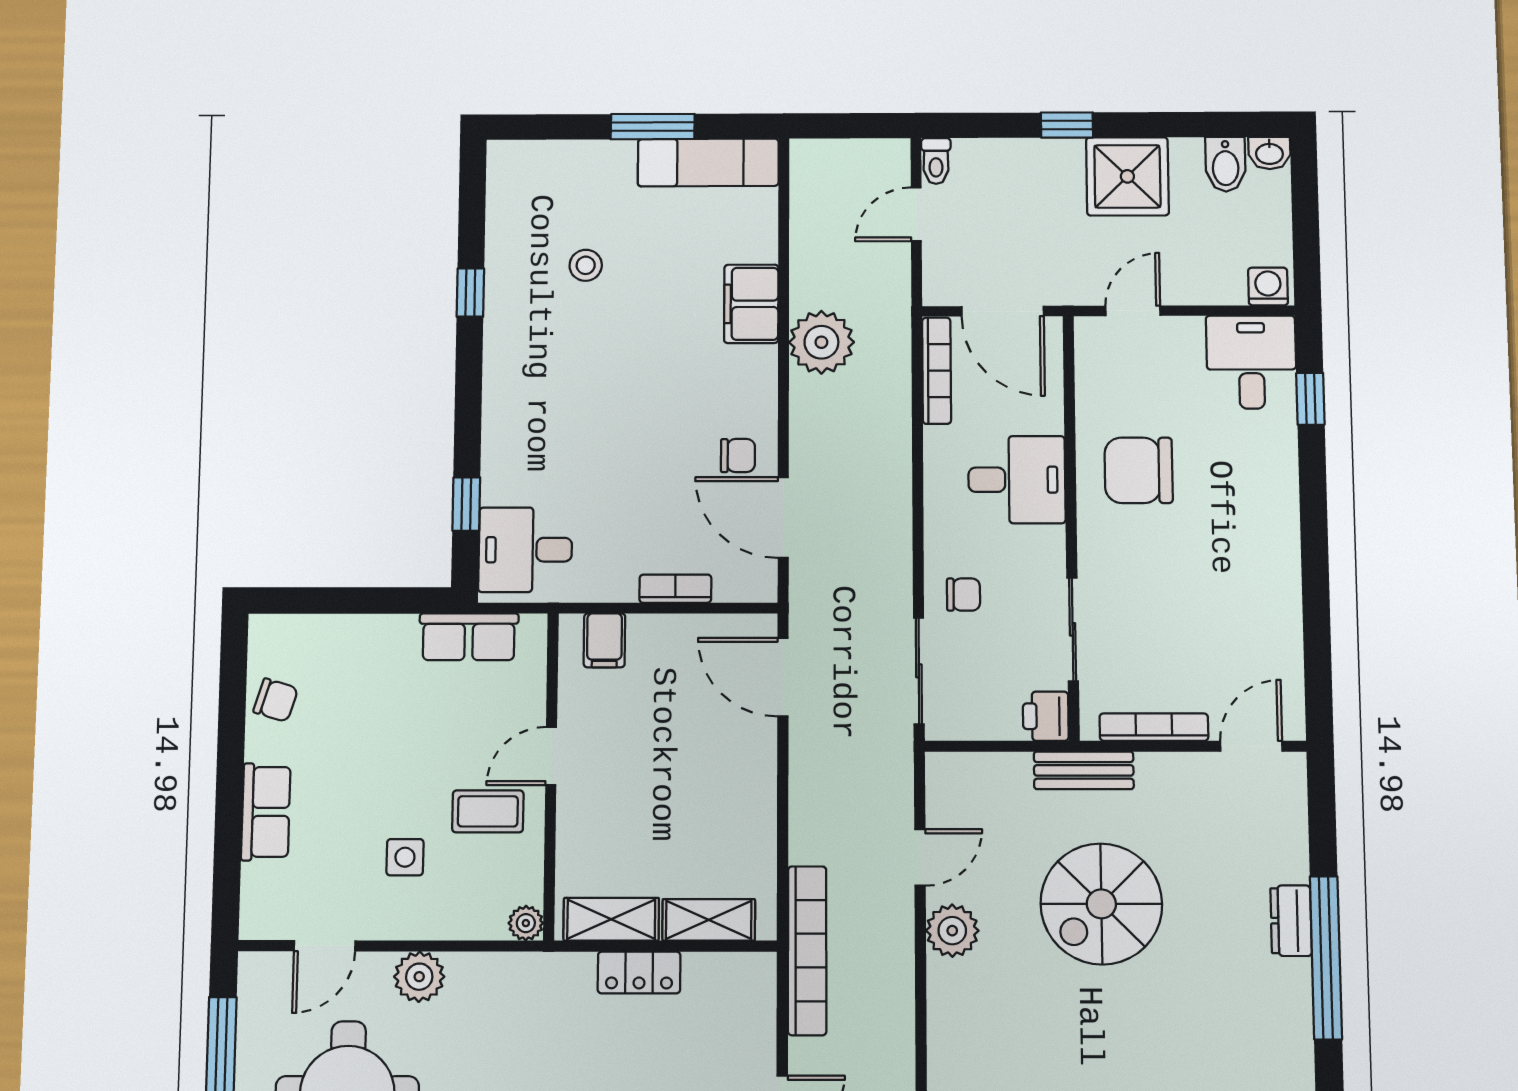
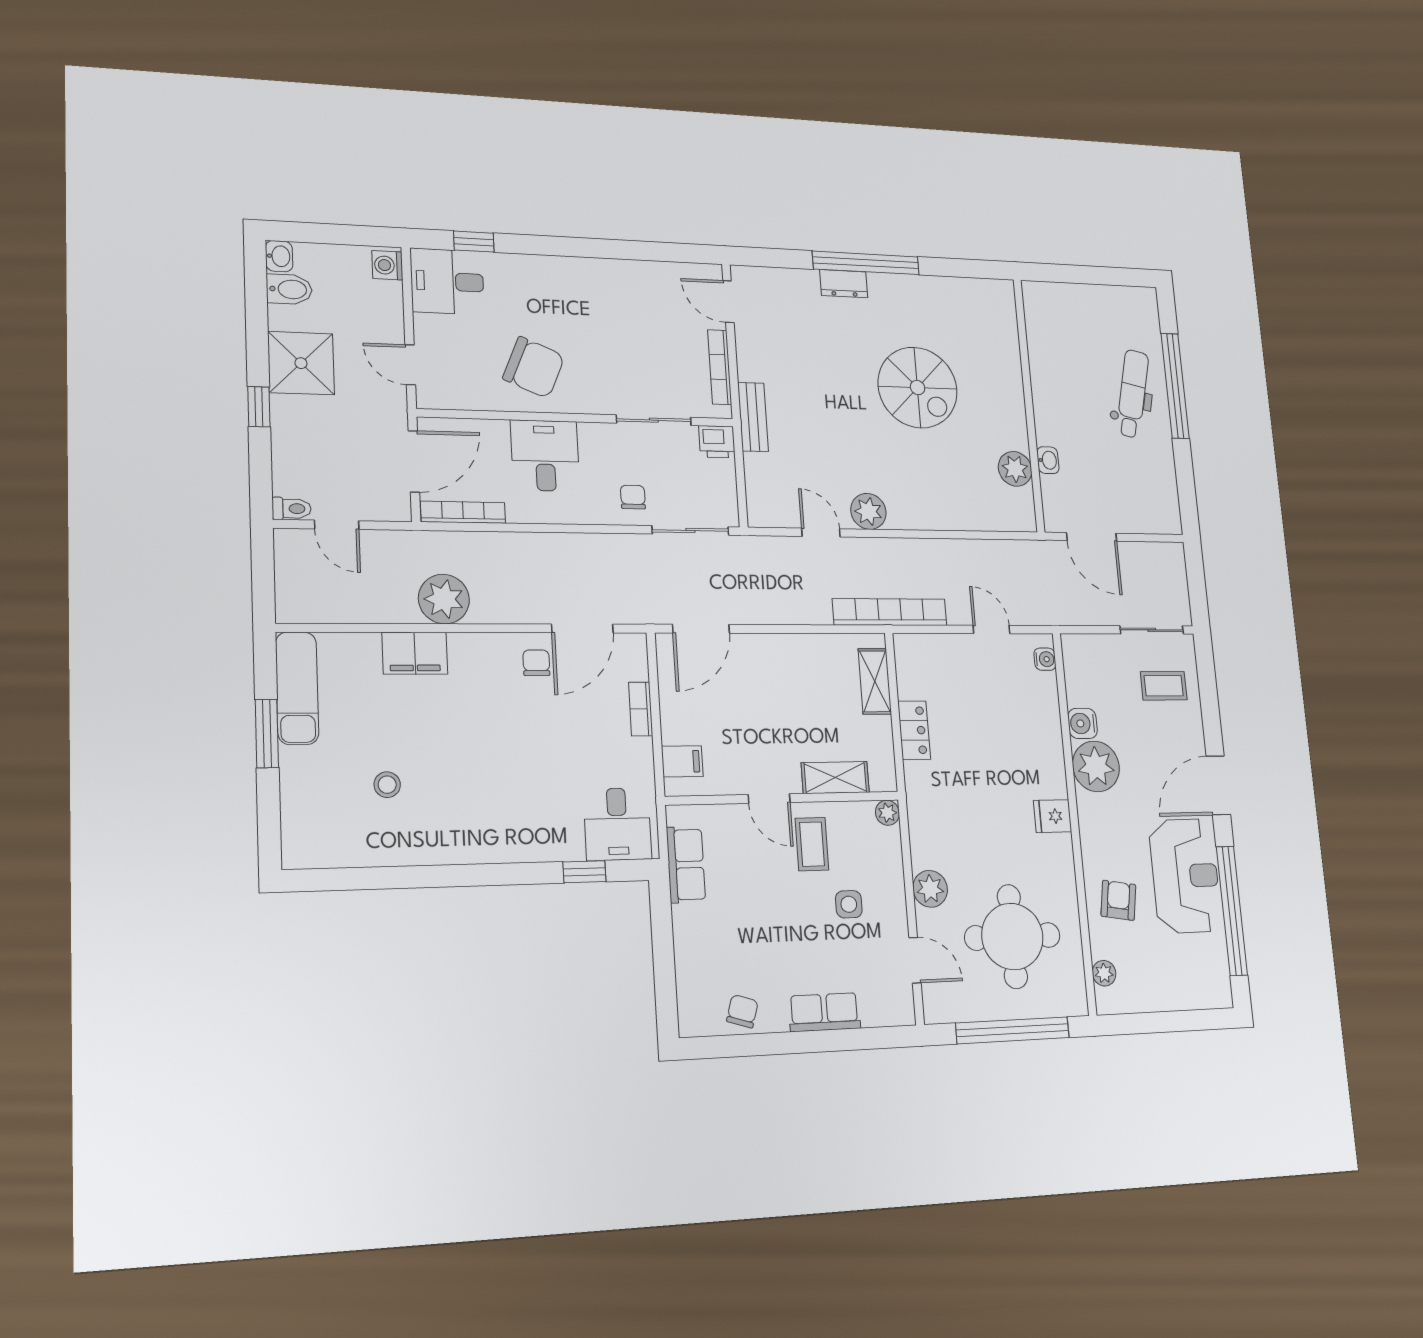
window: (470, 293) -> (413, 877), removed
chair: (1139, 470) -> (534, 367), turned -67
spiral stairs: (1101, 904) -> (918, 388), moved
shelving: (611, 919) -> (835, 778), moved, turned 90

